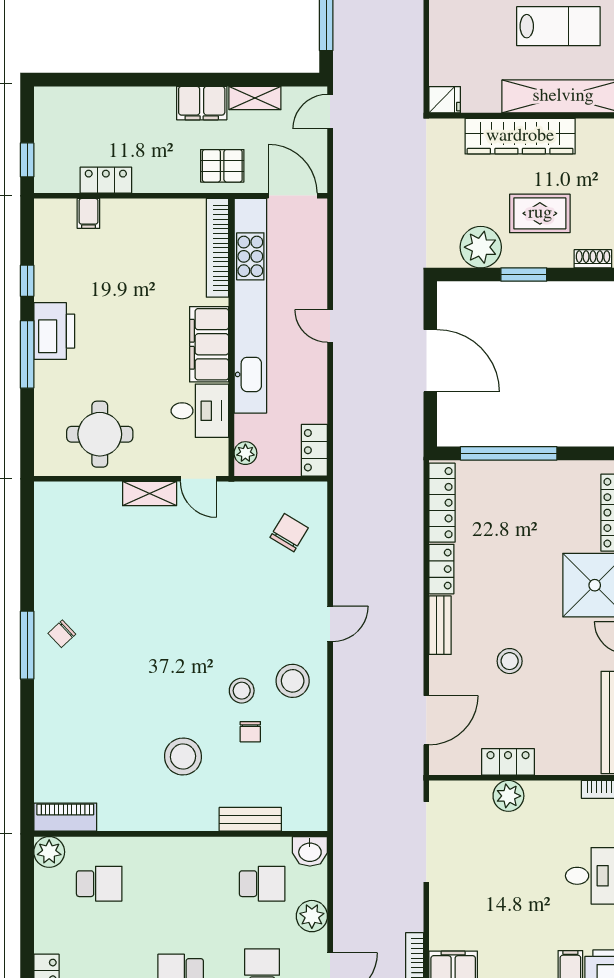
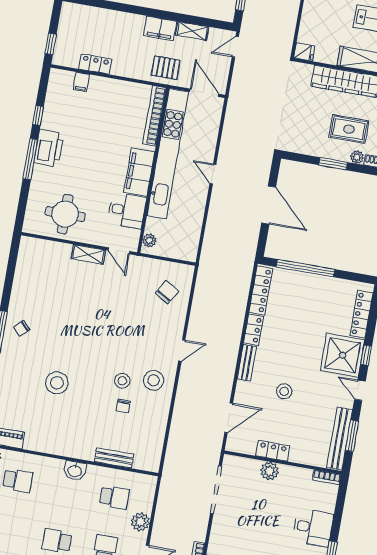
plant: (481, 247) -> (357, 157), moved, width x0.53, depth x0.53
locker: (314, 450) -> (191, 246), removed
stool: (183, 756) -> (57, 383), moved
washbasin: (310, 851) -> (75, 471), moved

